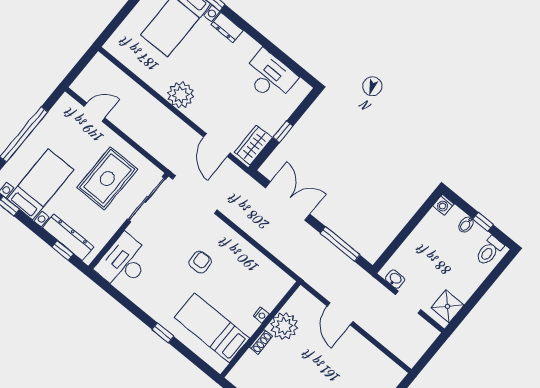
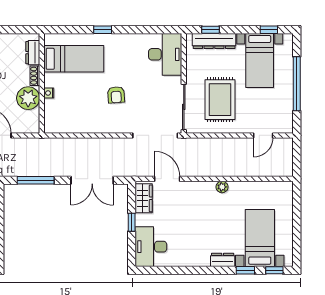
desk: (269, 76) -> (151, 247), moved, turned 90
plant: (181, 95) -> (222, 187), width x0.53, depth x0.53
dresser: (245, 365) -> (33, 53), added

